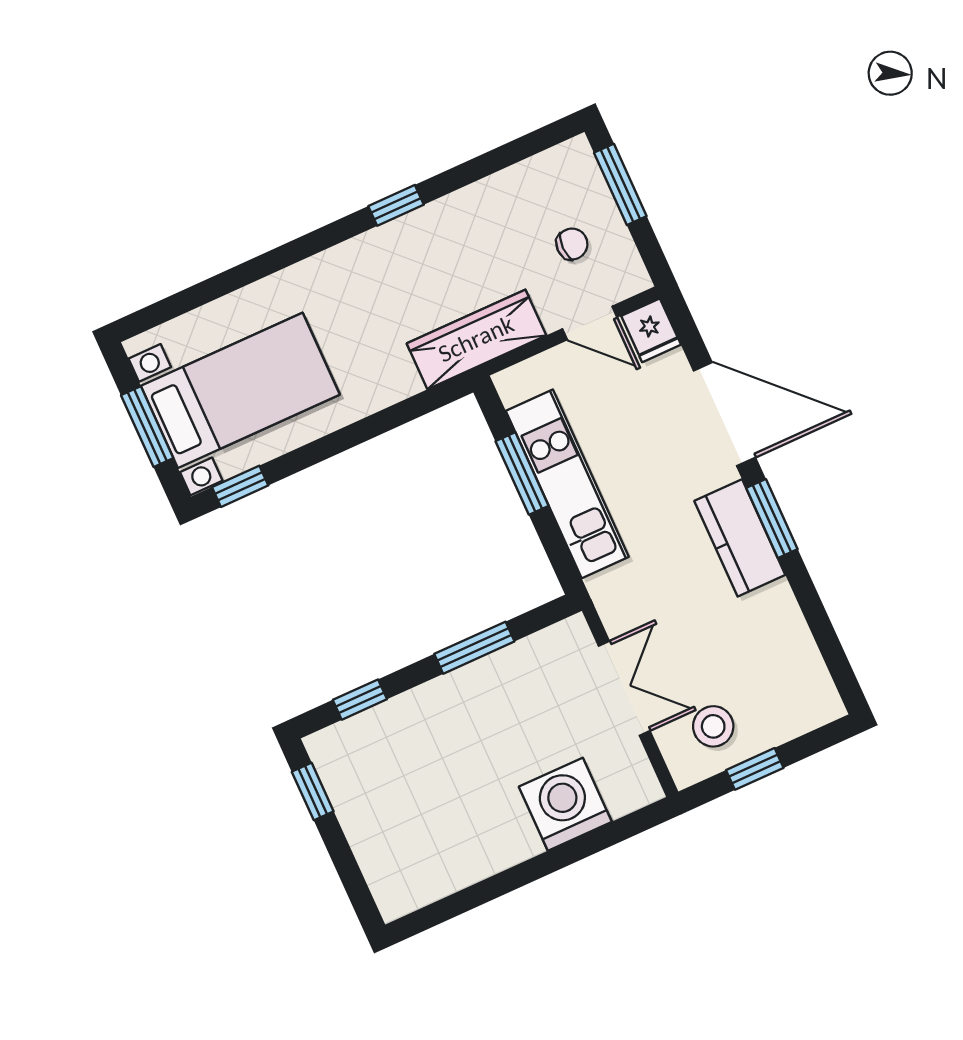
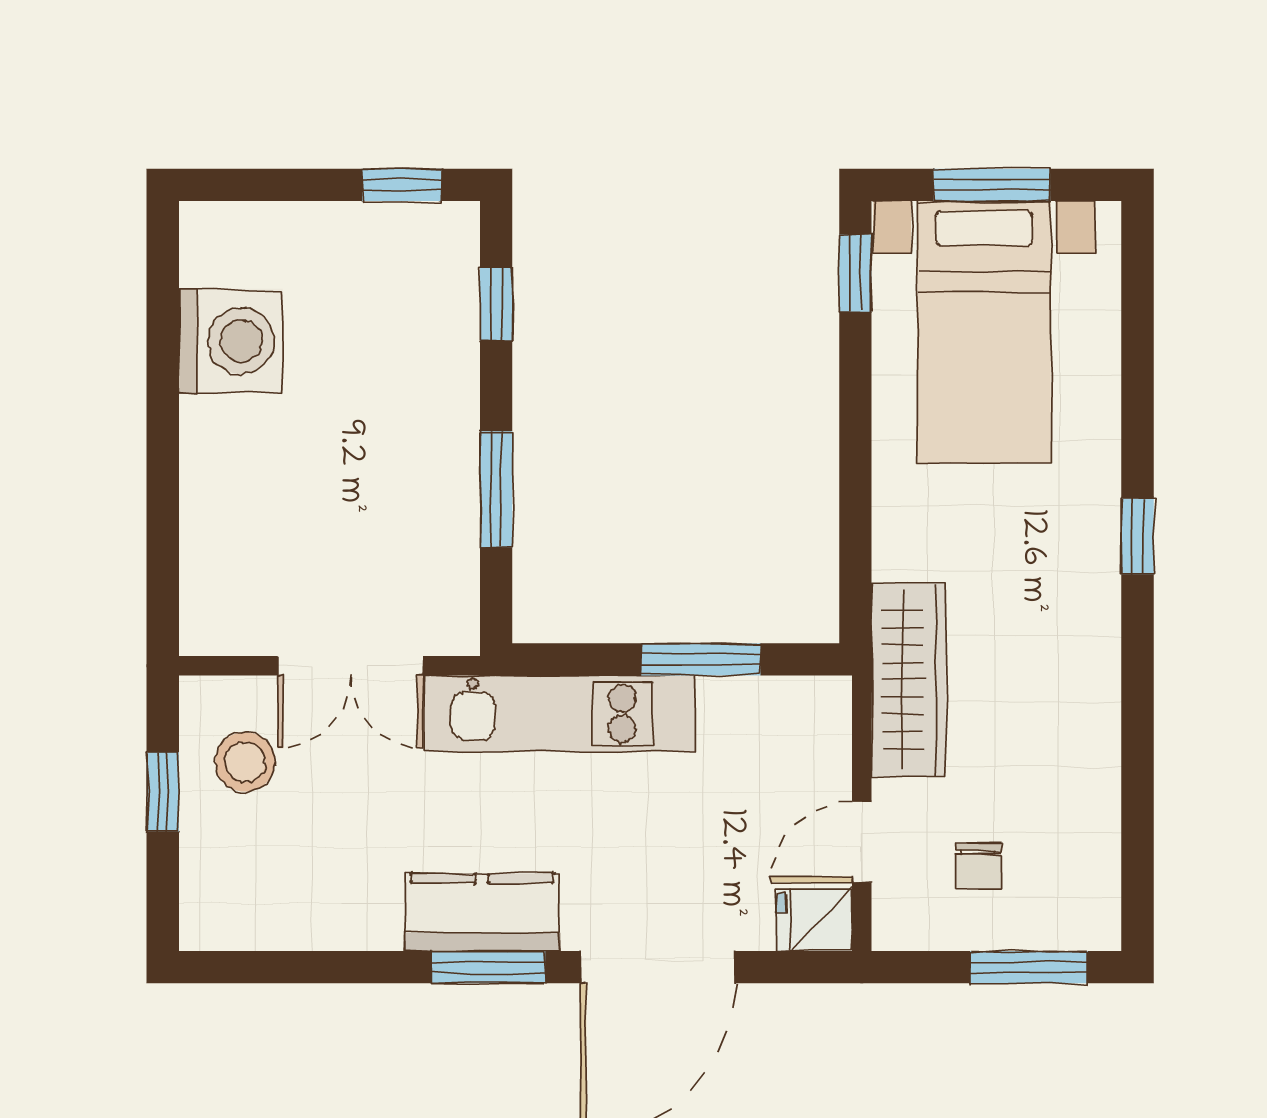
window: (396, 205) -> (1137, 536), moved
kitchen unit: (567, 484) -> (560, 714), moved
washing machine: (565, 804) -> (231, 341), moved

